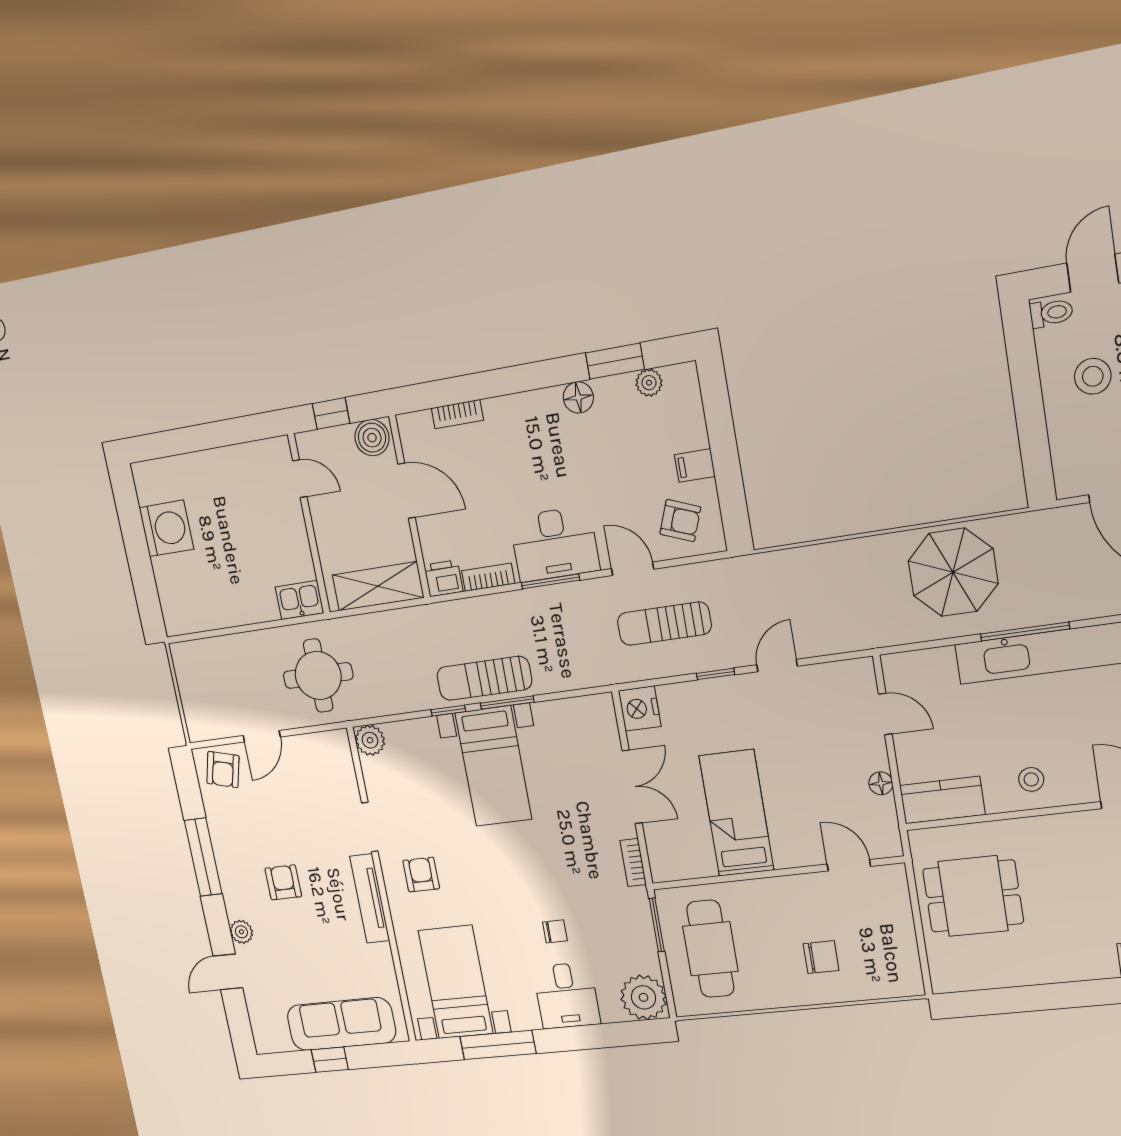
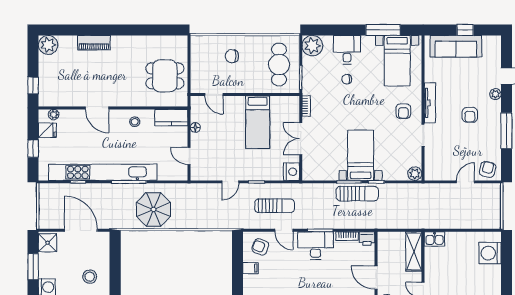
washing machine: (166, 528) -> (490, 253), moved
shelving: (378, 586) -> (414, 251), moved, turned 90
round table: (318, 675) -> (433, 205), removed

